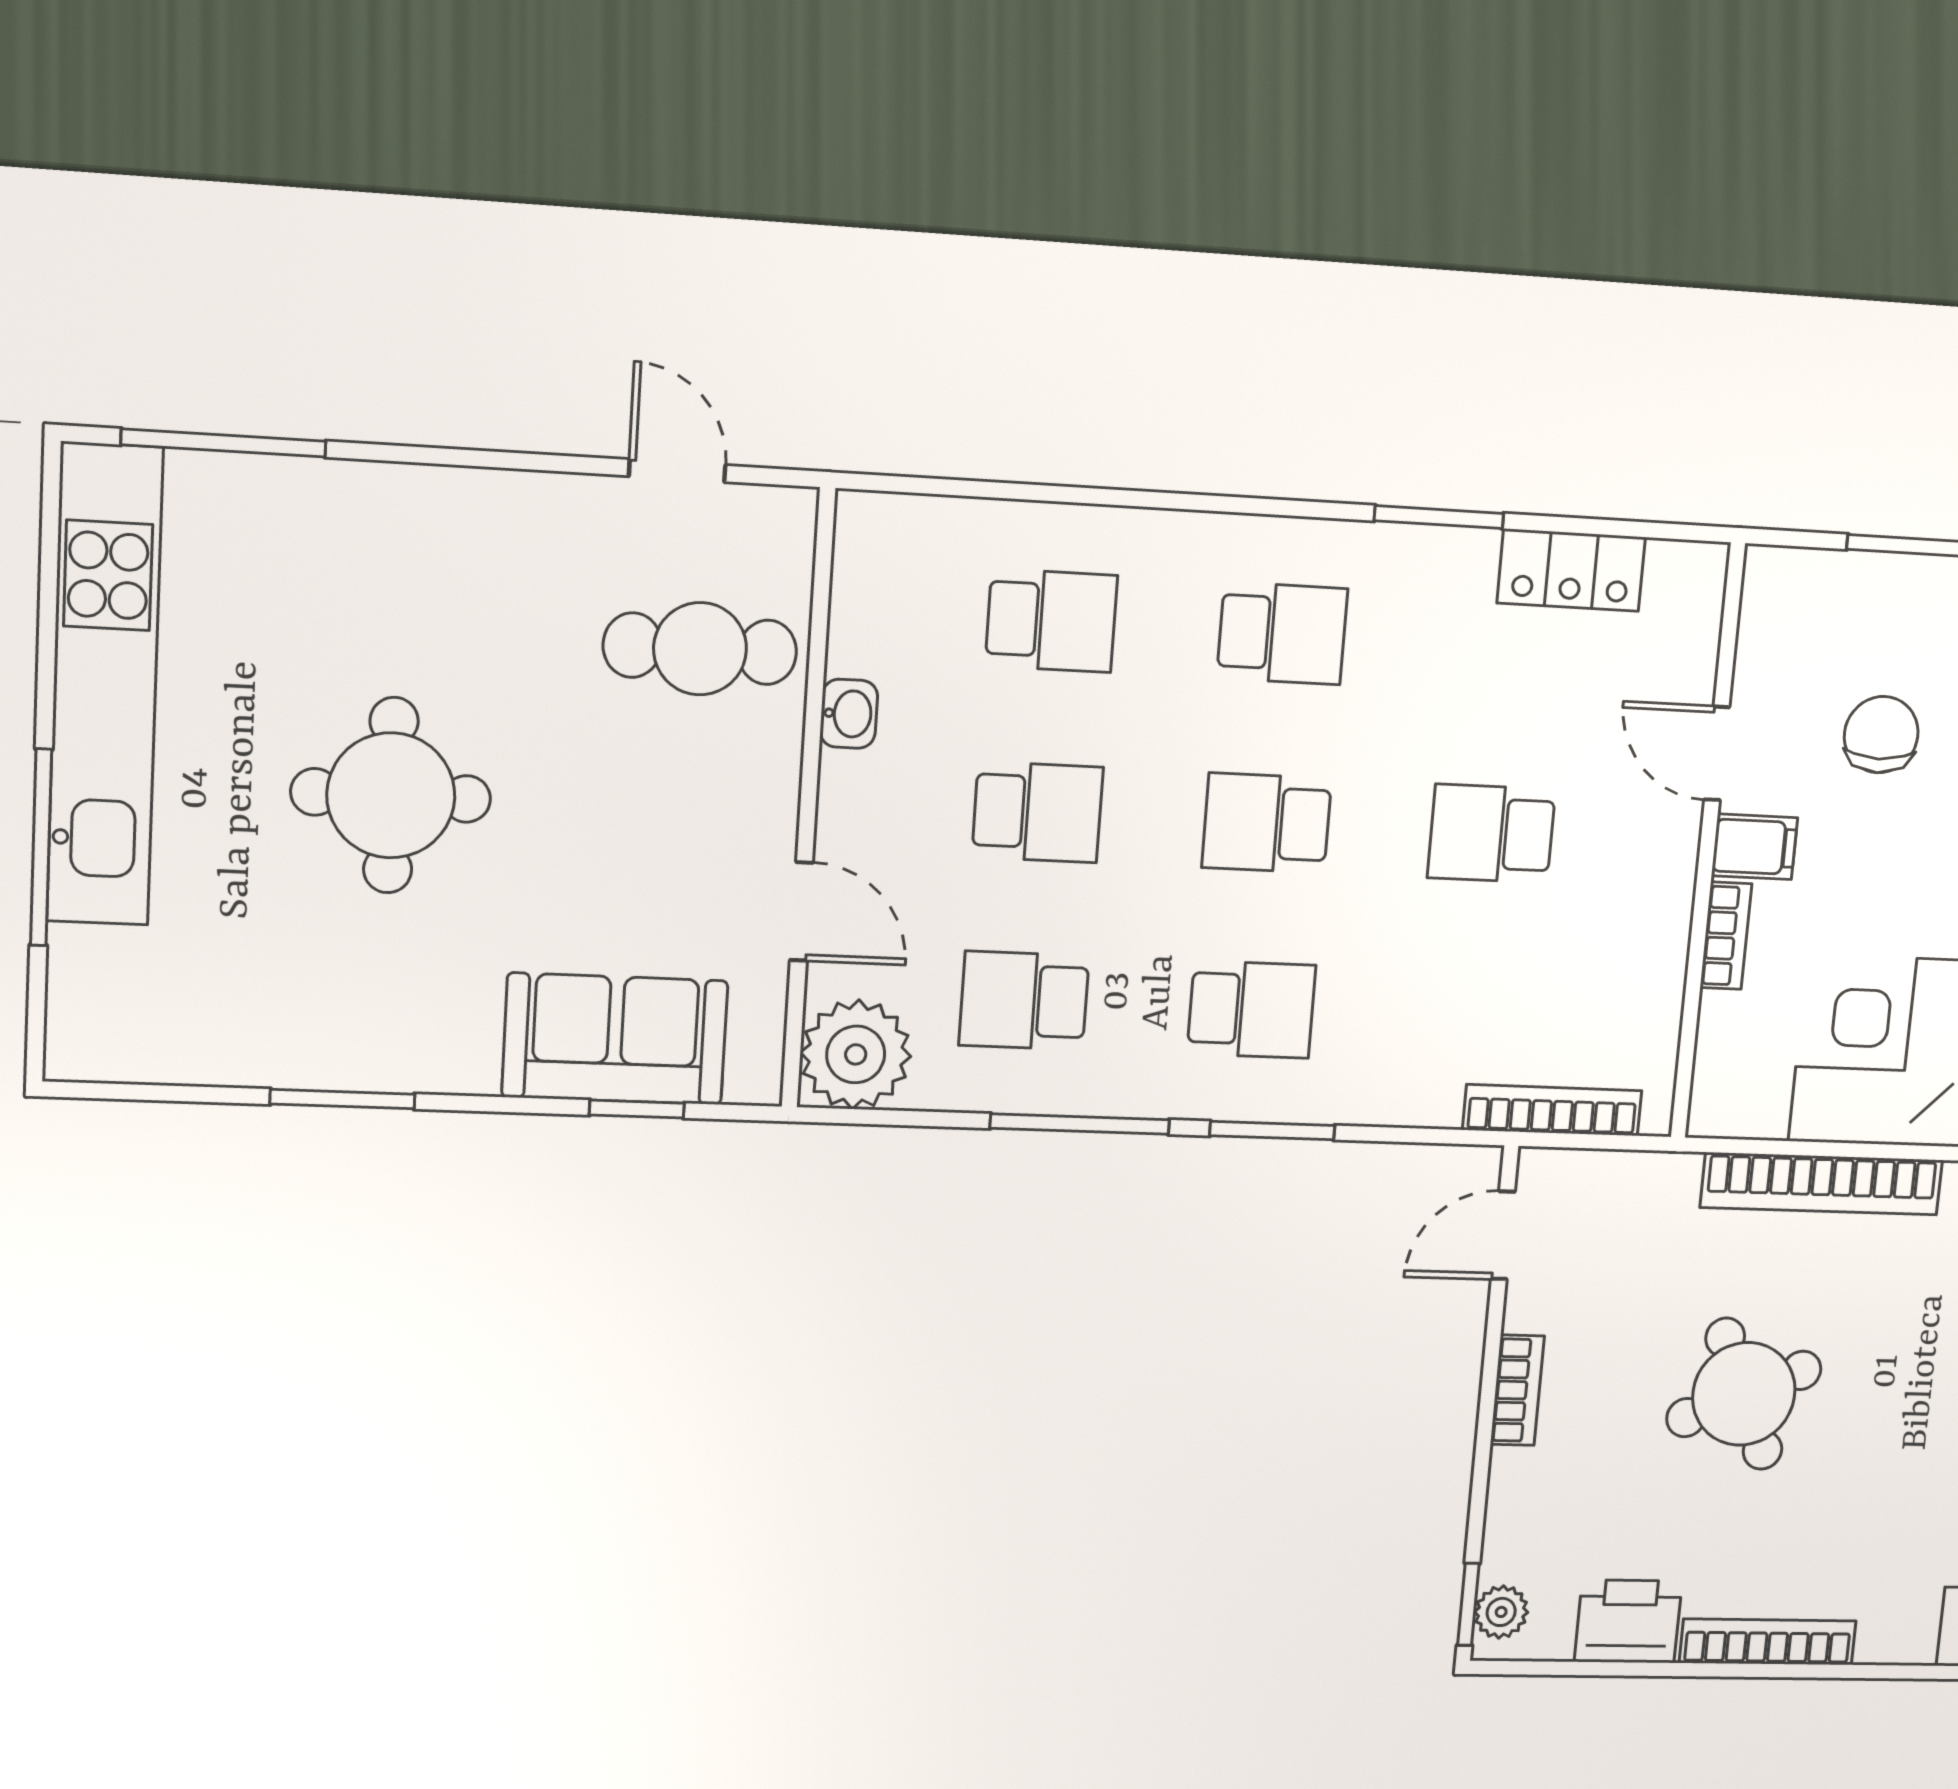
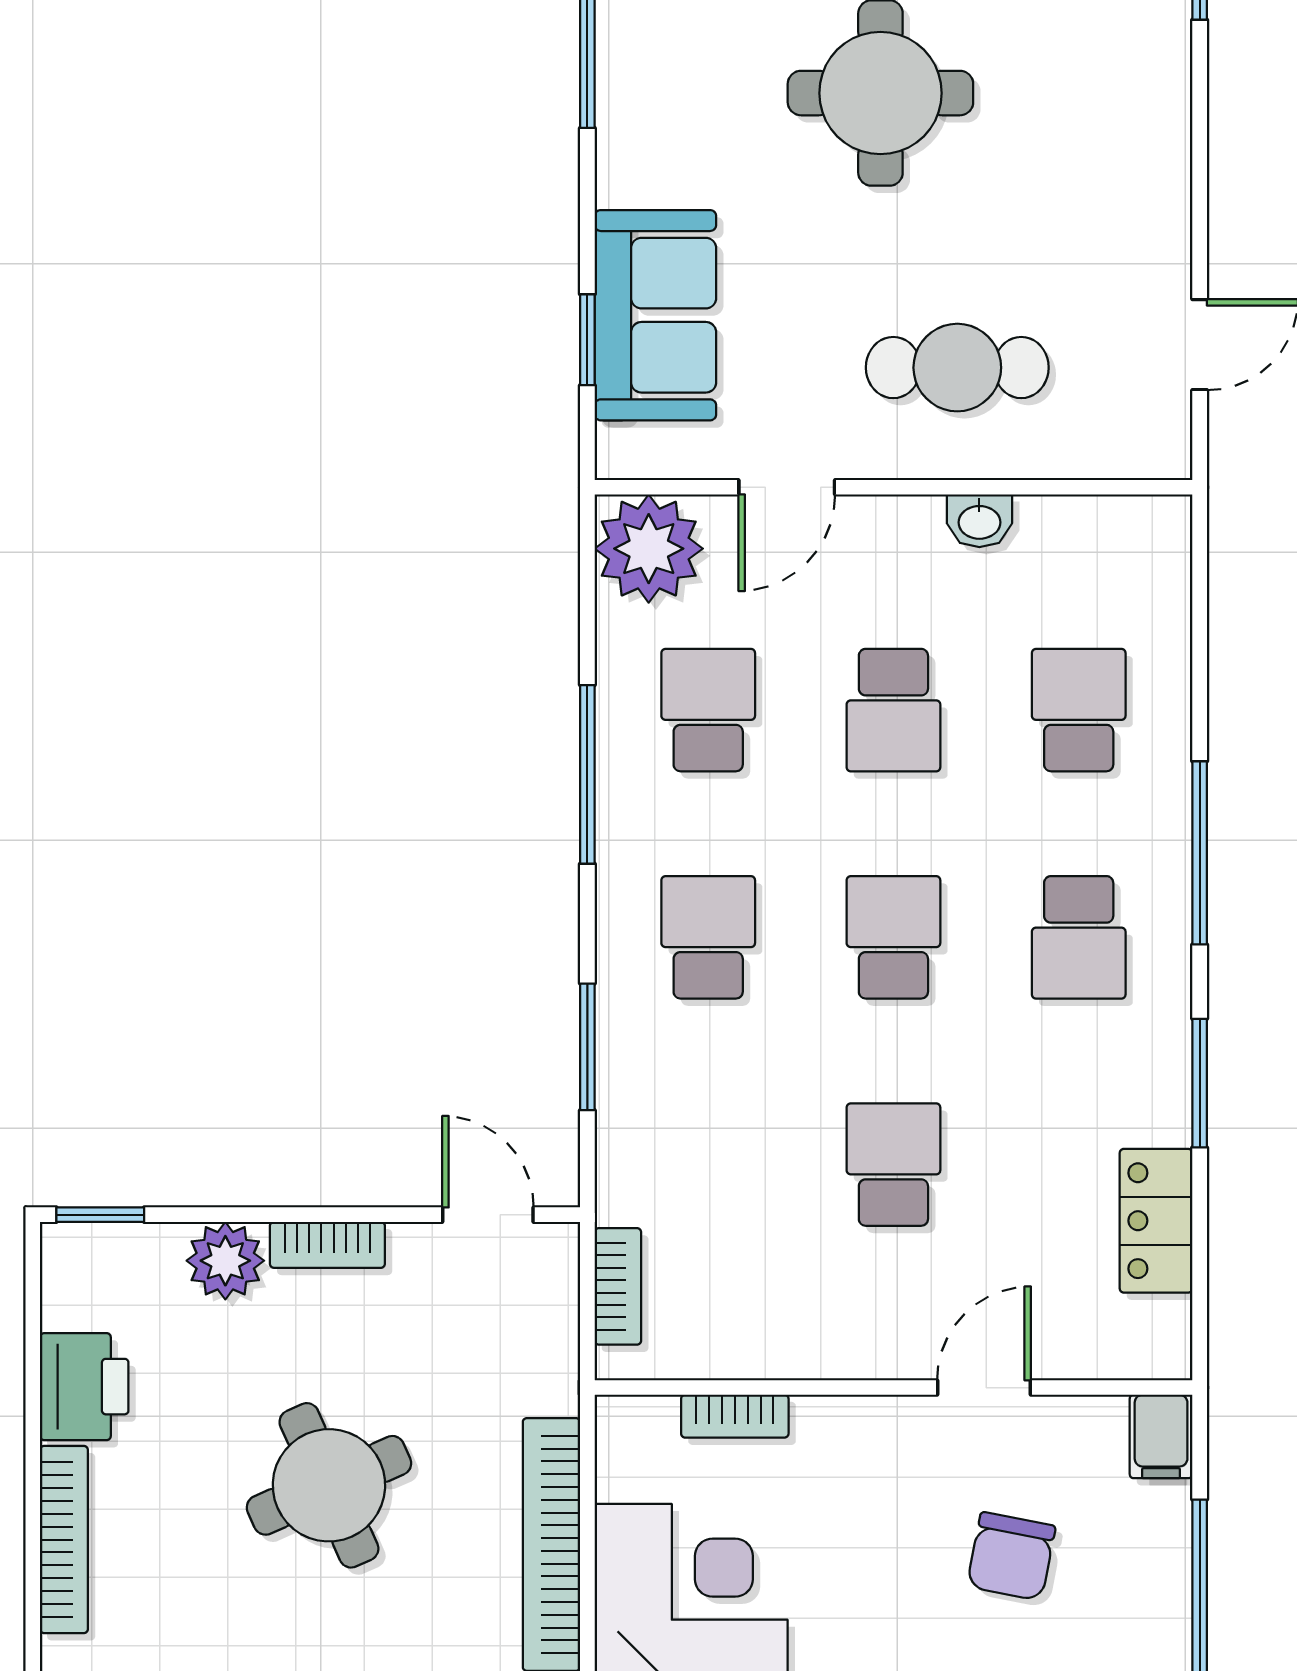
window: (1207, 503) -> (1200, 853), added
school desk: (1051, 621) -> (1079, 710), turned 180
cafe table: (700, 649) -> (957, 368), moved, turned 90
chair: (1881, 735) -> (1011, 1556), turned 101
filing cabinet: (1755, 847) -> (1161, 1436), moved
bookcase: (1726, 936) -> (735, 1416), moved
school desk: (1252, 1009) -> (708, 937), turned 180
bookcase: (1552, 1110) -> (618, 1286), width x0.64
window: (1272, 1131) -> (587, 1047), moved
plant: (1501, 1612) -> (225, 1261), moved, width x1.38, depth x1.38

